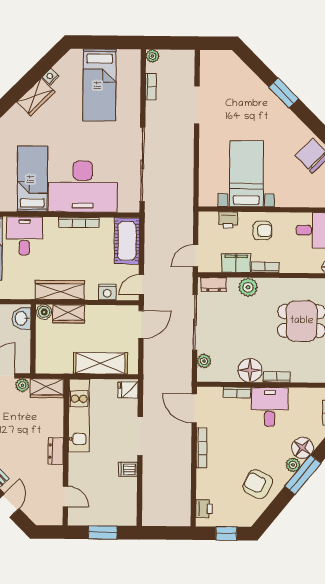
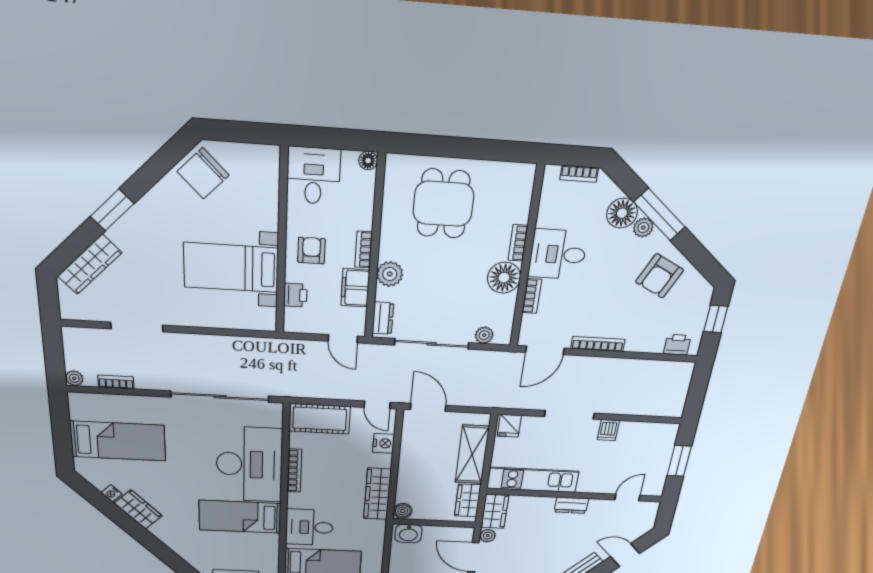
wardrobe: (243, 74) -> (90, 264), added
wardrobe: (69, 314) -> (468, 500), moved, turned 180

